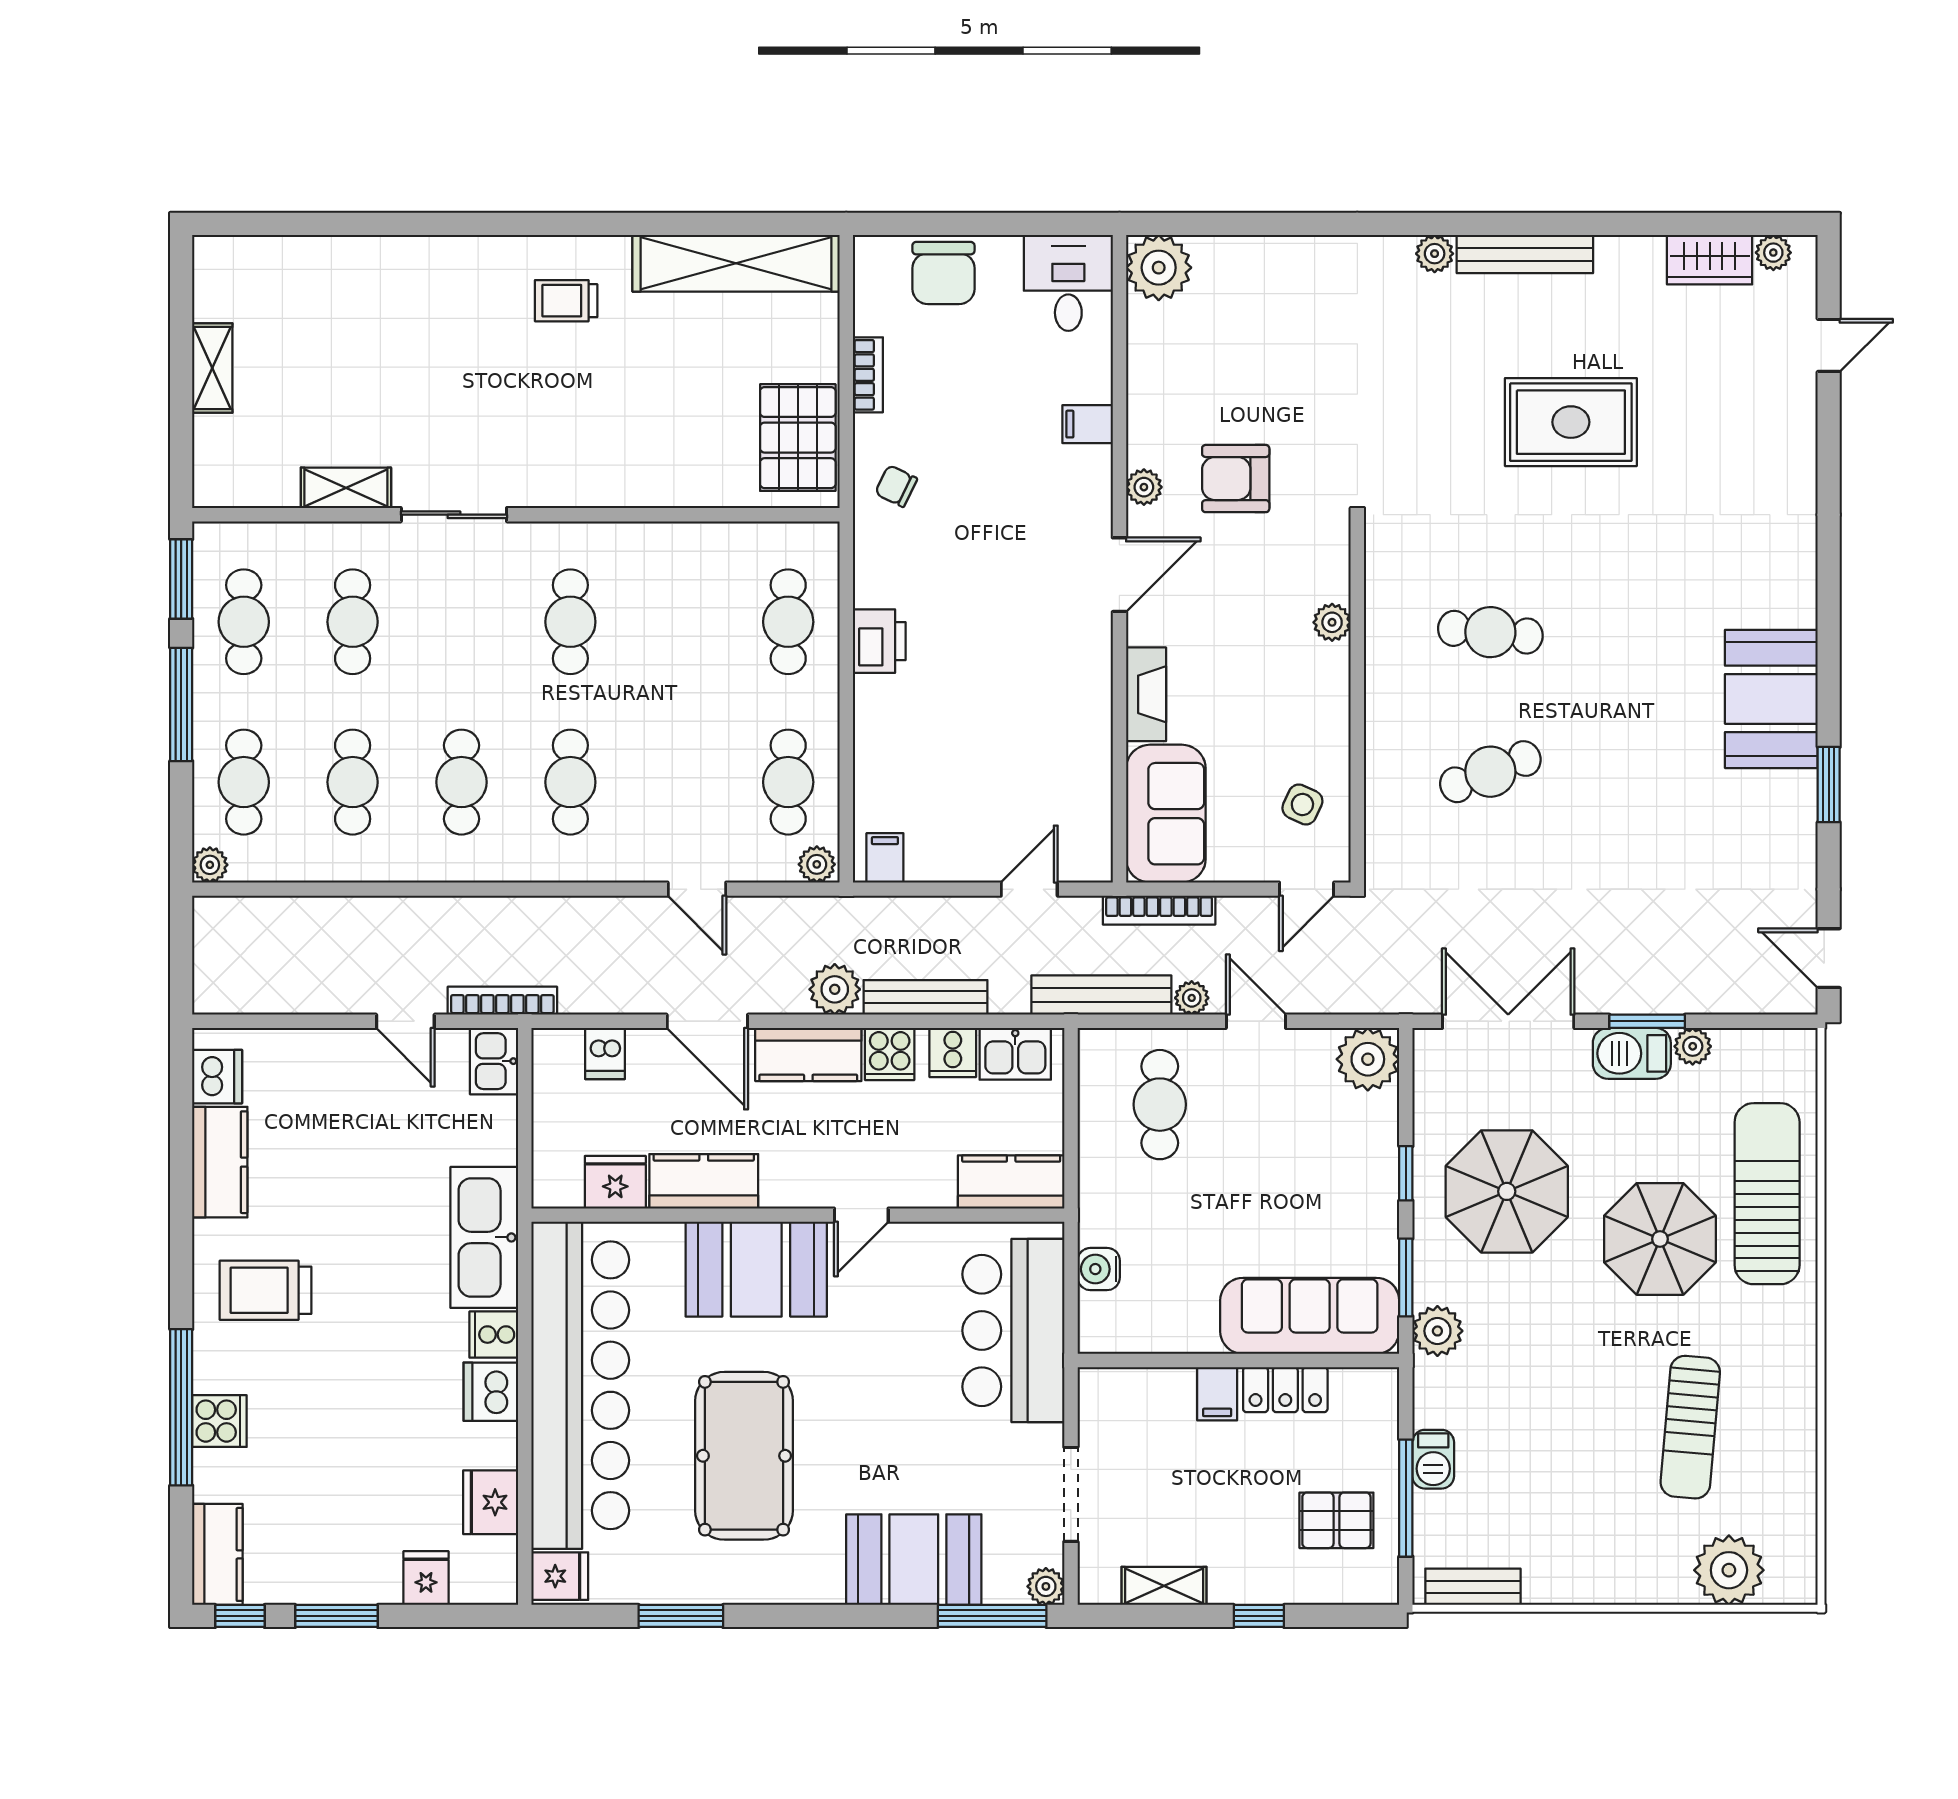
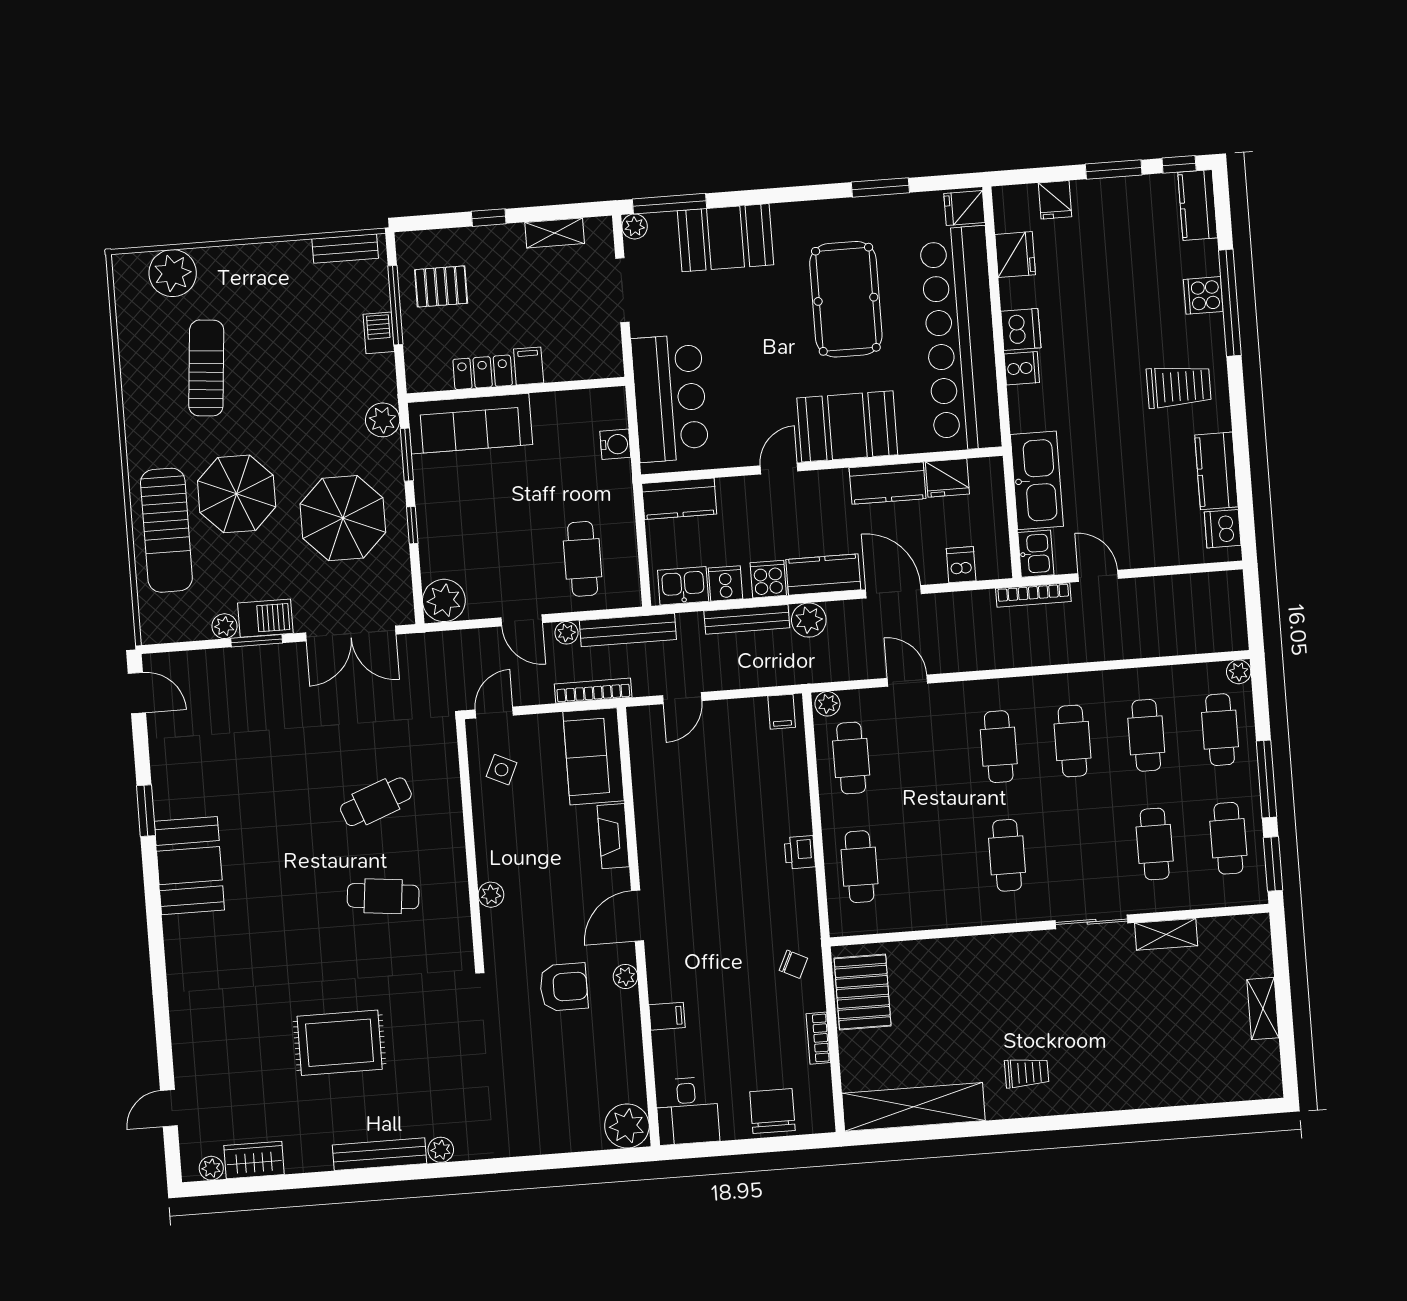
printer: (879, 641) -> (800, 852), width x0.73, depth x0.81
kitchen sink: (484, 1237) -> (1037, 480), moved

